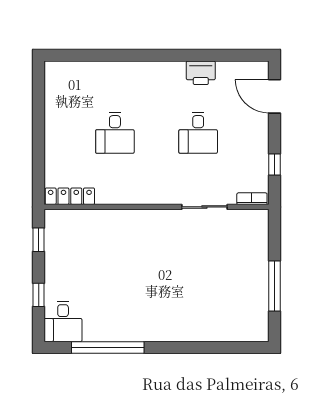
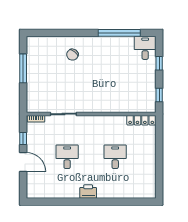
printer: (201, 73) -> (88, 192), moved
door: (274, 96) -> (23, 162), moved
chair: (189, 310) -> (72, 55), added

